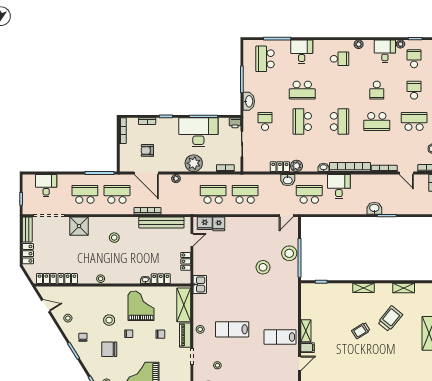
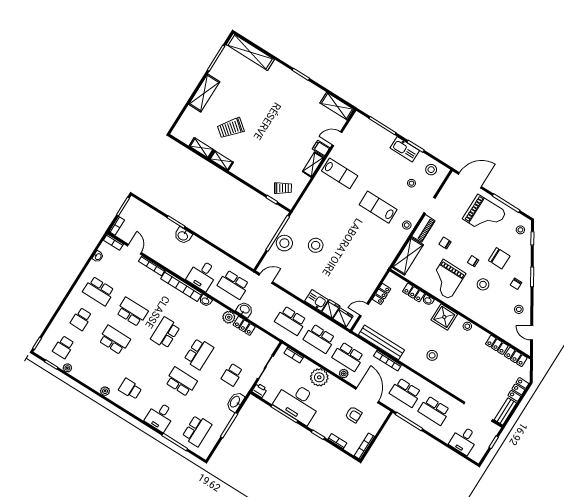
desk: (385, 51) -> (85, 370), removed
school desk: (377, 90) -> (114, 340), width x1.85
school desk: (181, 194) -> (348, 357), added
shower: (79, 226) -> (444, 317), moved
kitchen sink: (200, 284) -> (317, 300), moved, turned 90
shelving: (363, 288) -> (221, 161), moved
lab bench: (232, 329) -> (378, 207), turned 180
trolley: (361, 331) -> (283, 188), moved

